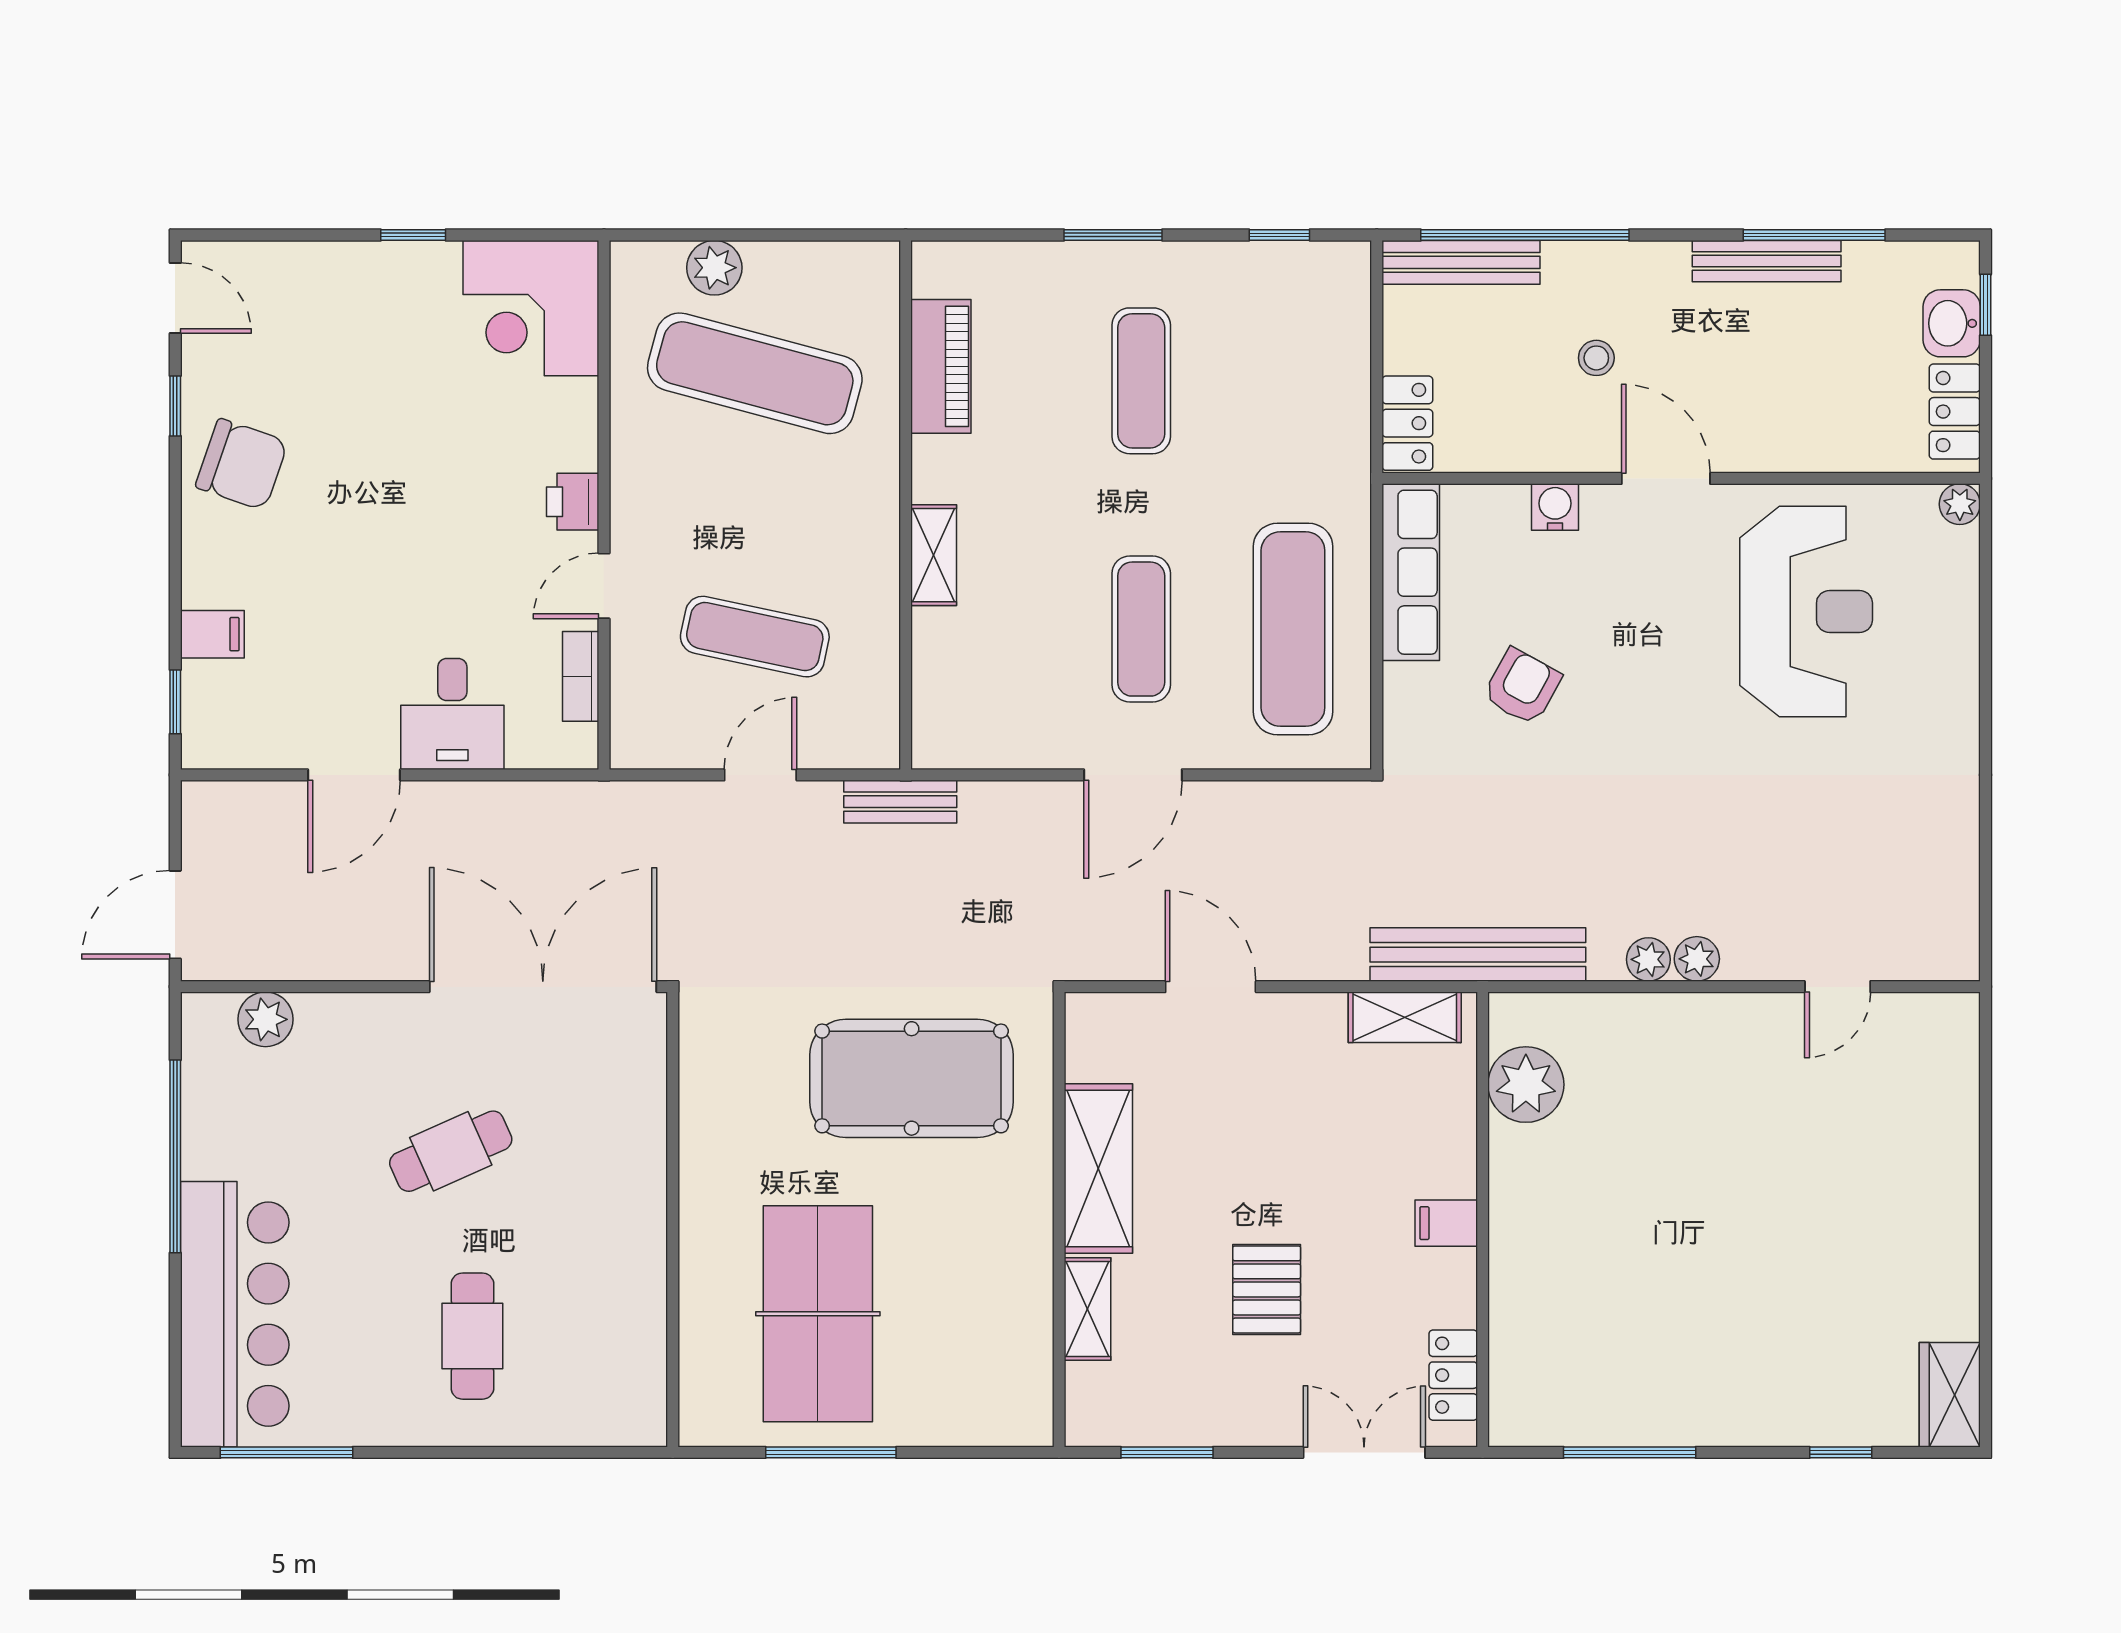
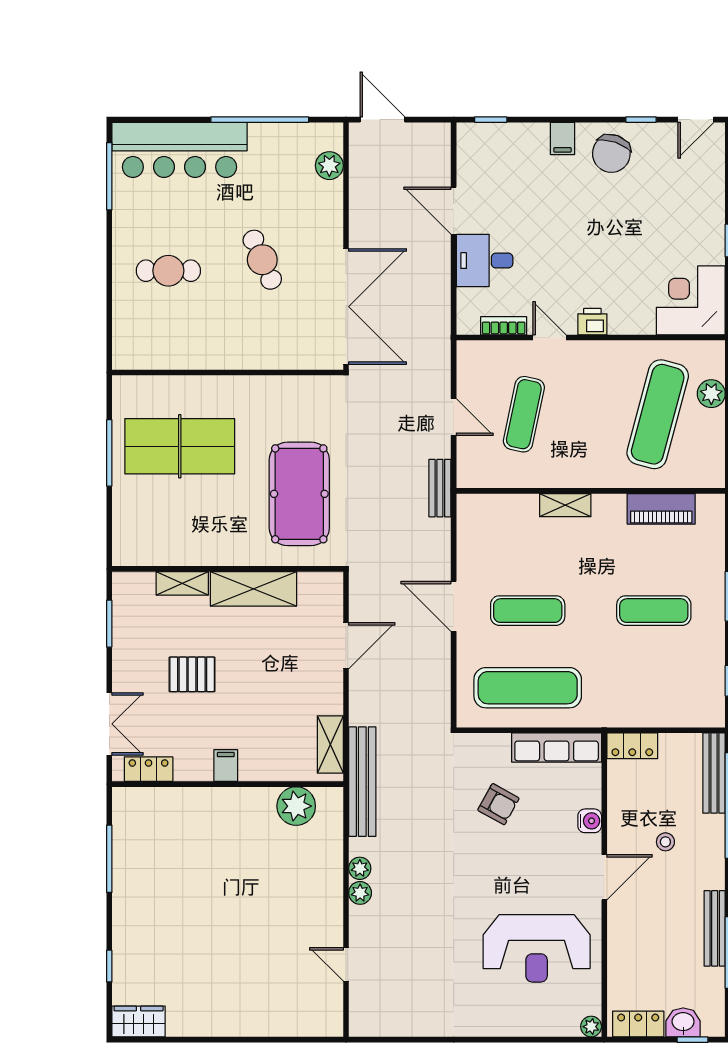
filing cabinet: (212, 634) -> (563, 139), moved

